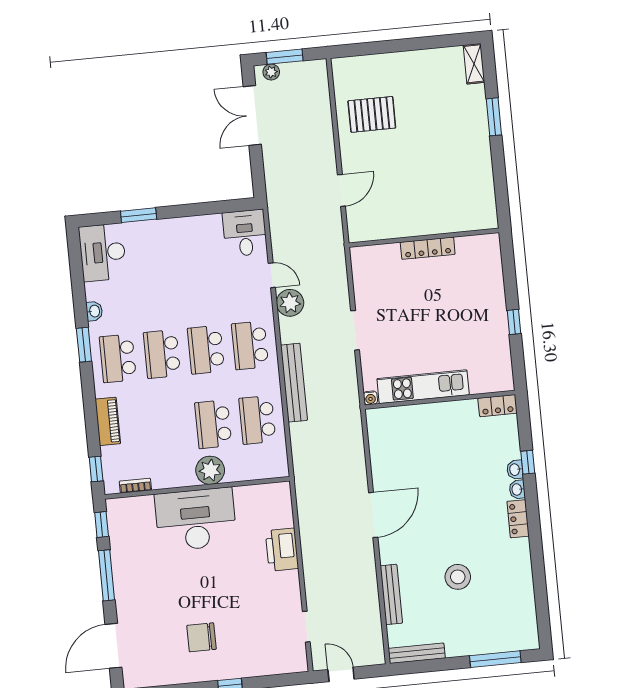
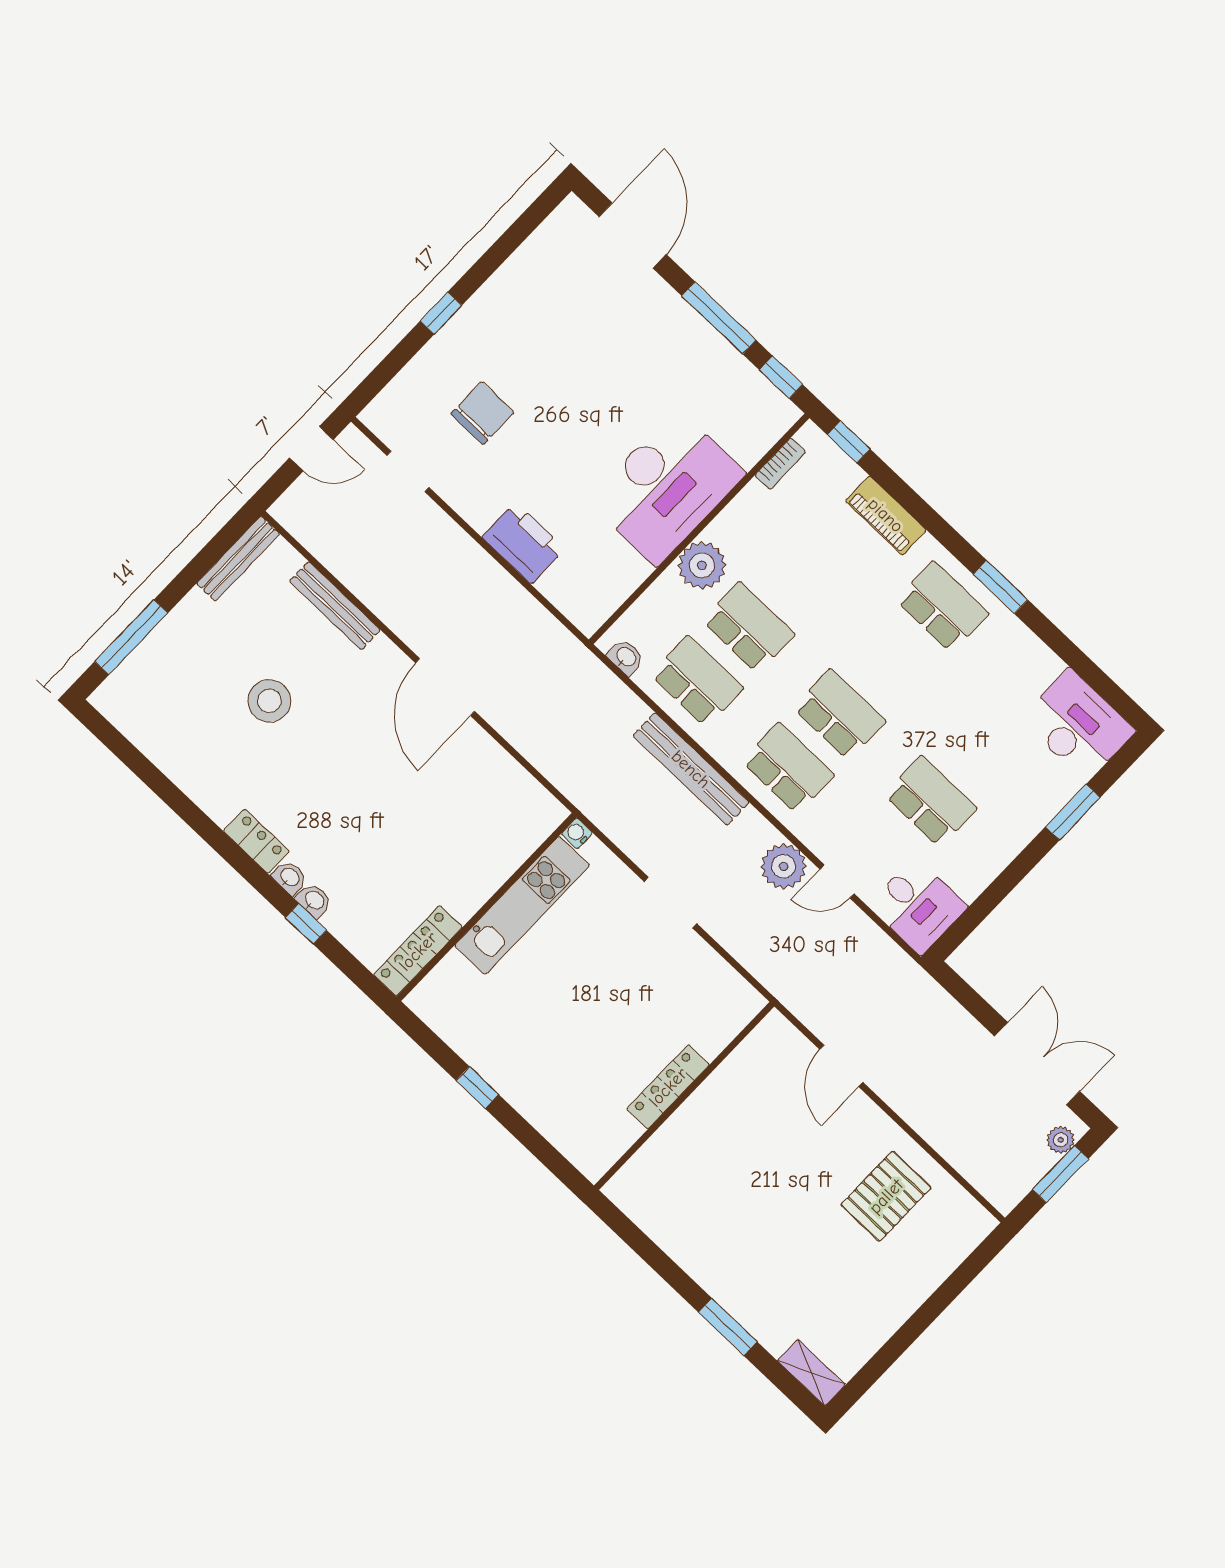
washbasin: (94, 311) -> (626, 657), moved, turned 180
school desk: (162, 354) -> (930, 801), moved
locker: (497, 406) -> (418, 951), width x1.53
chair: (202, 637) -> (482, 413), moved

